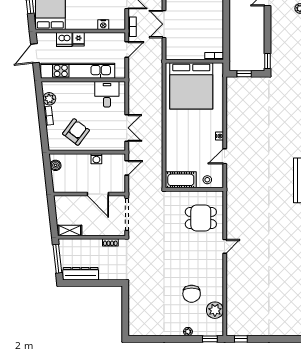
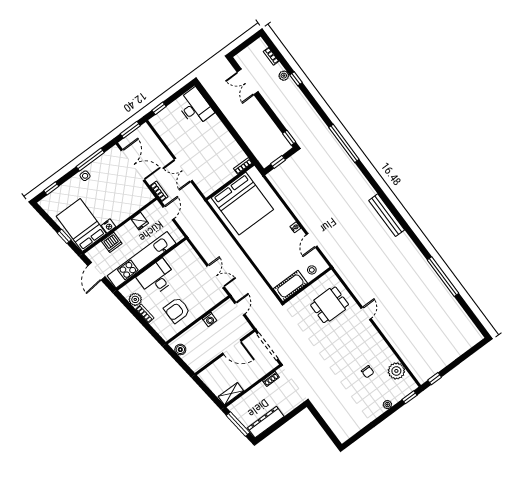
nightstand: (103, 25) -> (109, 226), moved
fridge: (78, 39) -> (140, 221), moved
desk: (107, 94) -> (157, 278), moved, width x1.37
armchair: (76, 132) -> (177, 310), turned -127
chair: (192, 294) -> (368, 372), width x0.54, depth x0.54

